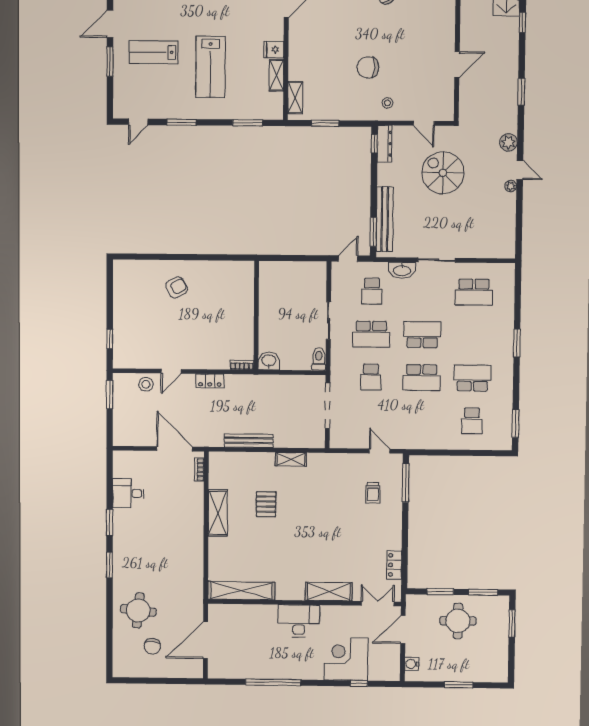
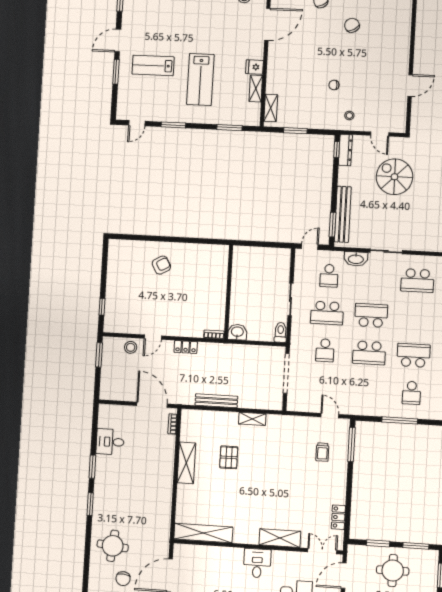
chair: (368, 67) -> (334, 85), width x0.54, depth x0.54
window: (459, 453) -> (400, 420), added
desk: (299, 621) -> (257, 563), width x0.73

